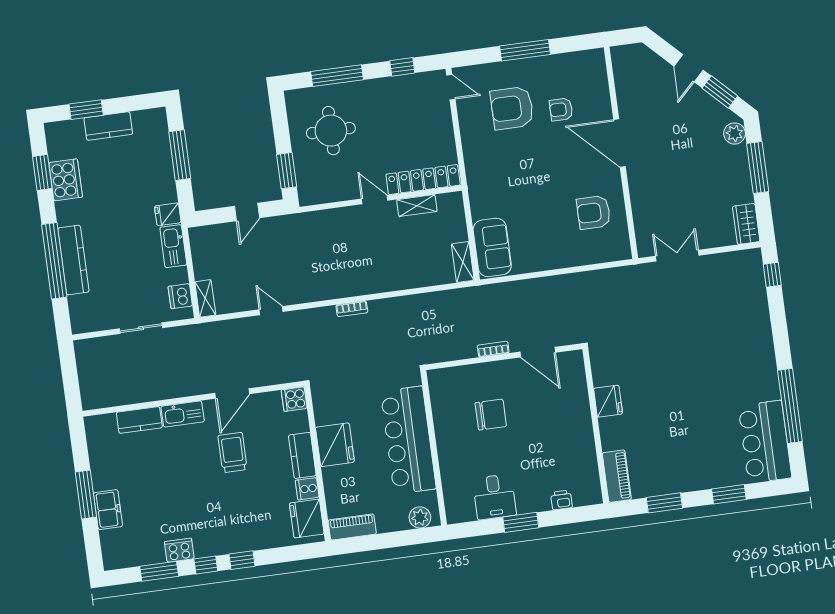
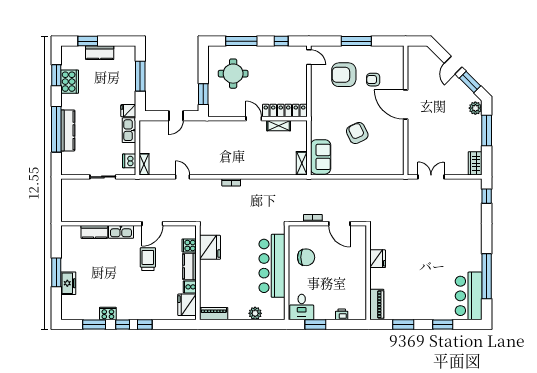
armchair: (594, 212) -> (357, 133), moved, turned 64
cooker: (294, 399) -> (189, 245), moved
bar counter: (408, 440) -> (272, 266), moved
fridge: (335, 445) -> (210, 247), moved
wall: (434, 448) -> (287, 273), moved

